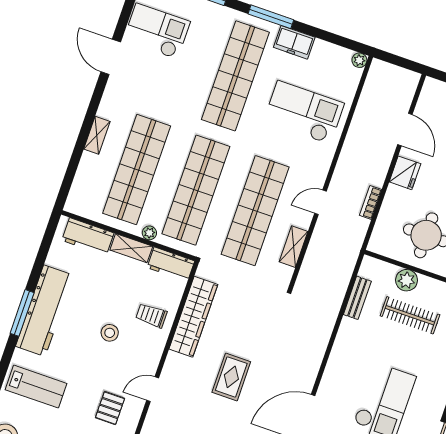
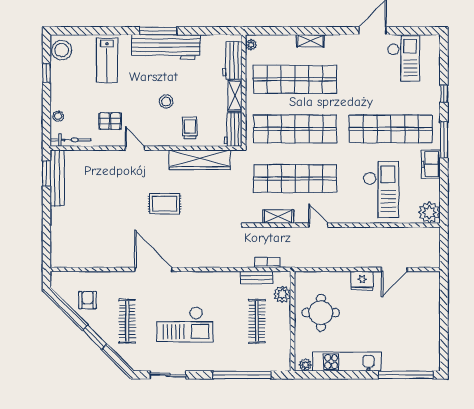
plant: (359, 60) -> (429, 212), width x1.87, depth x1.87
bookcase: (371, 202) -> (267, 263), moved
plant: (149, 233) -> (251, 45), moved
plant: (407, 280) -> (282, 294), moved

